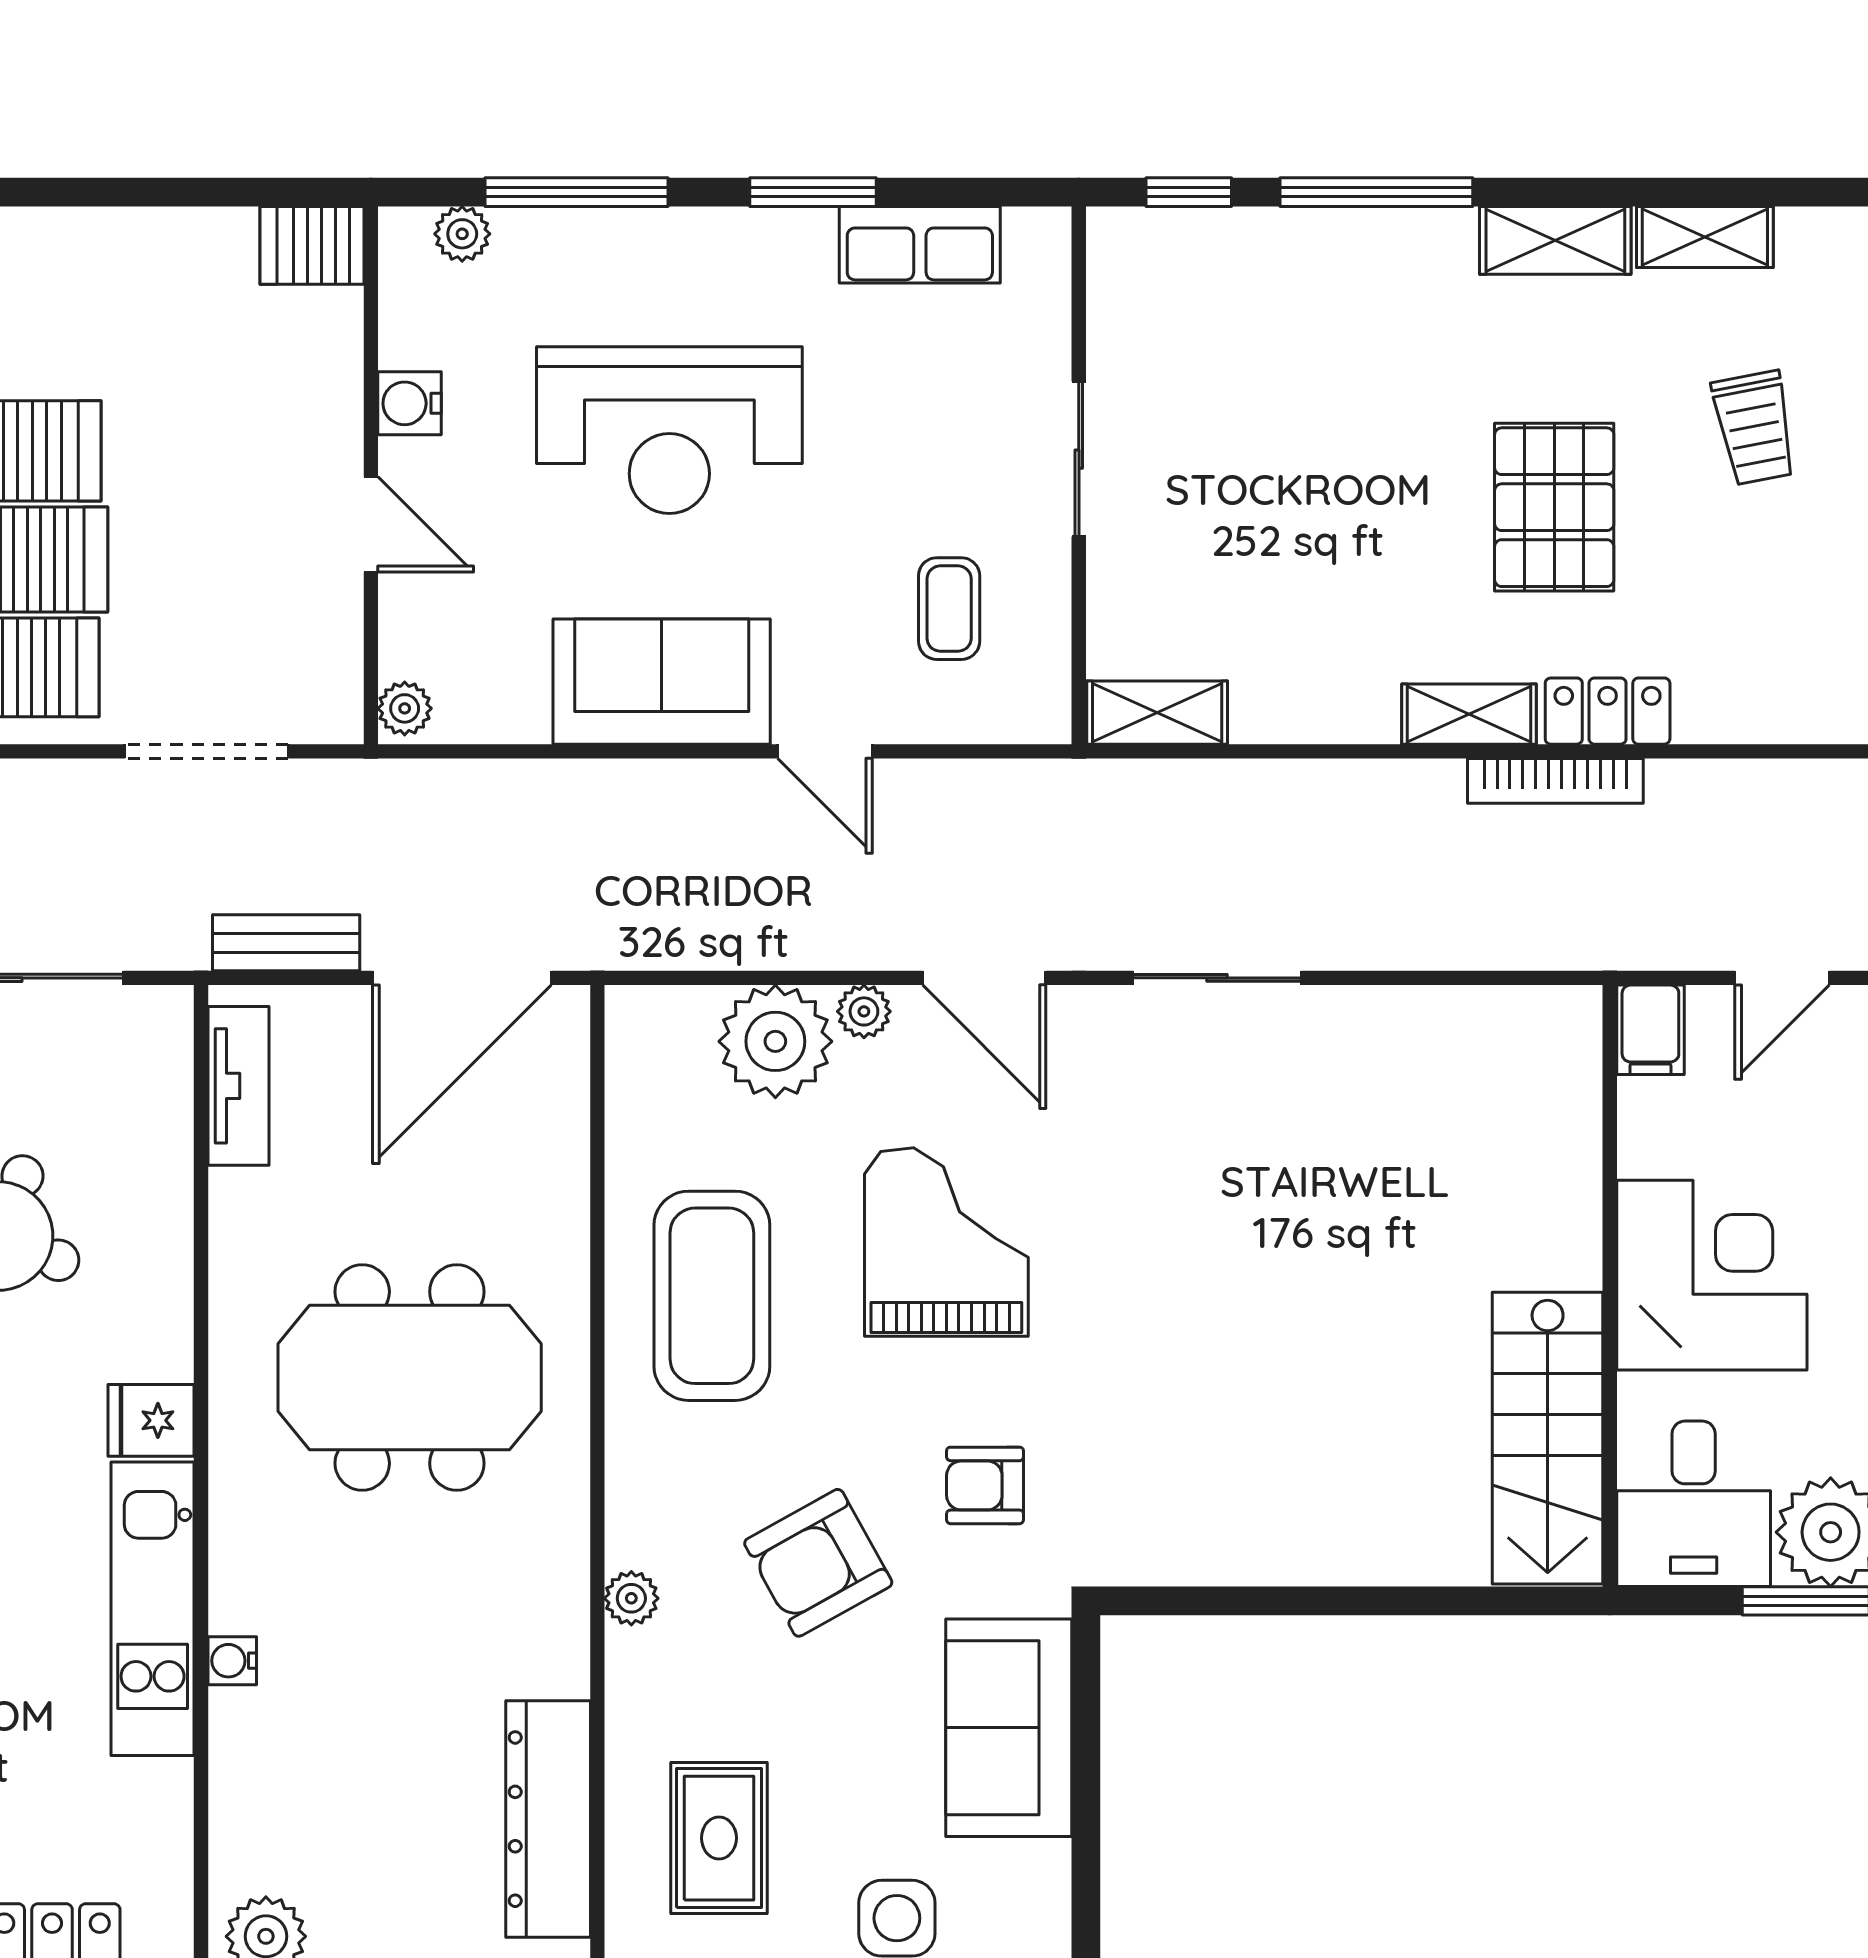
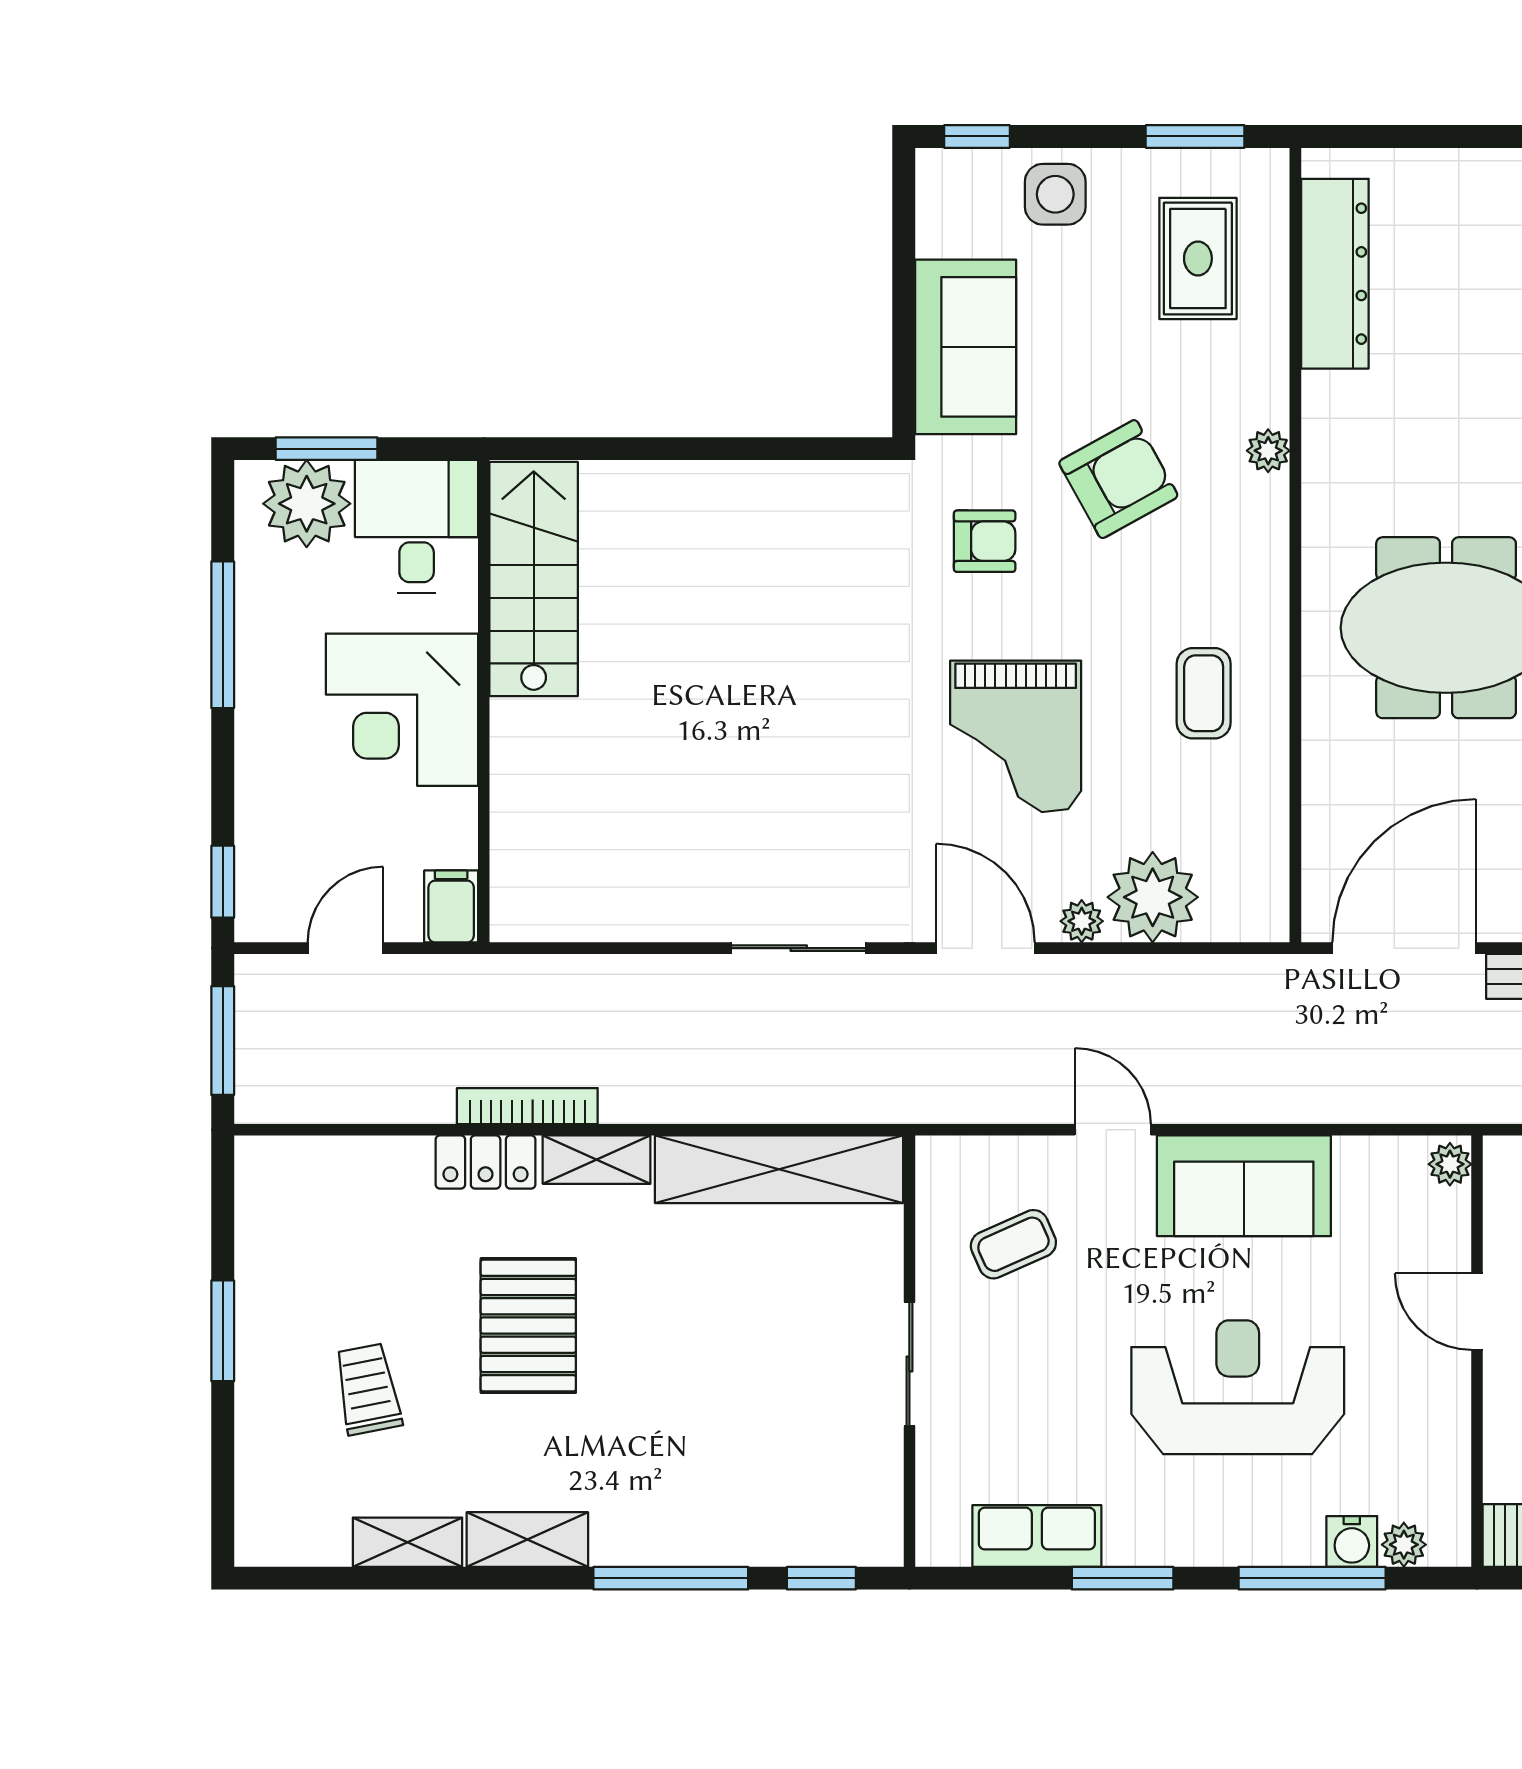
water cooler: (410, 403) -> (1352, 1541), moved, turned 90
coffee table: (949, 609) -> (1013, 1244), turned 66
shelving: (1157, 713) -> (779, 1169), width x2.20, depth x1.33
coffee table: (712, 1296) -> (1204, 693), width x0.54, depth x0.58

